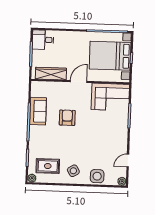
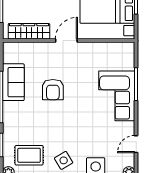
corner sofa: (110, 97) -> (117, 96), moved, turned 90
armchair: (67, 118) -> (53, 90), turned 180

